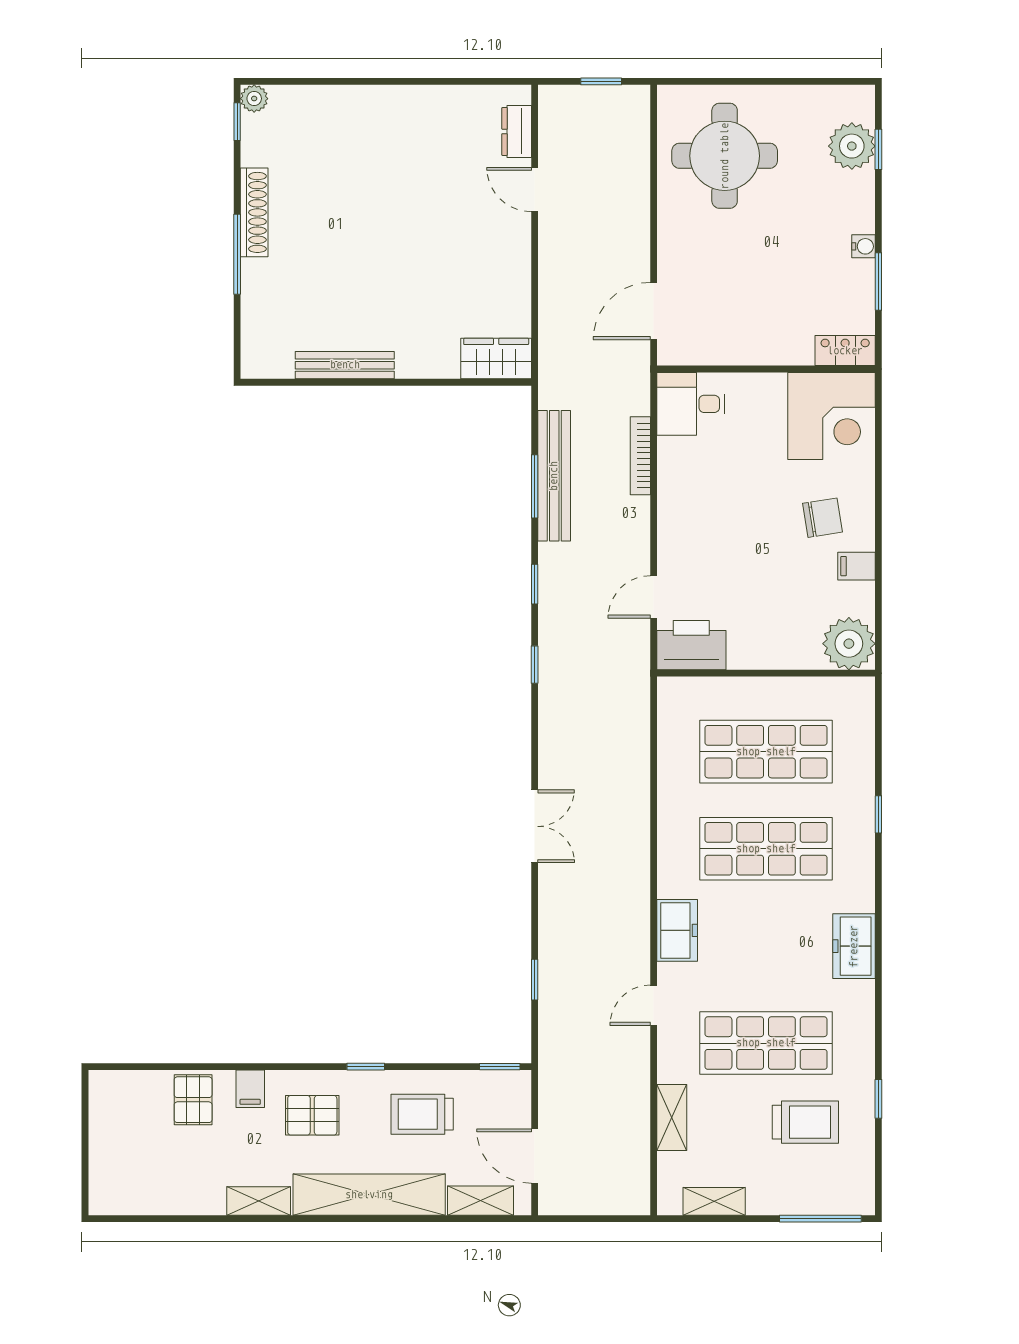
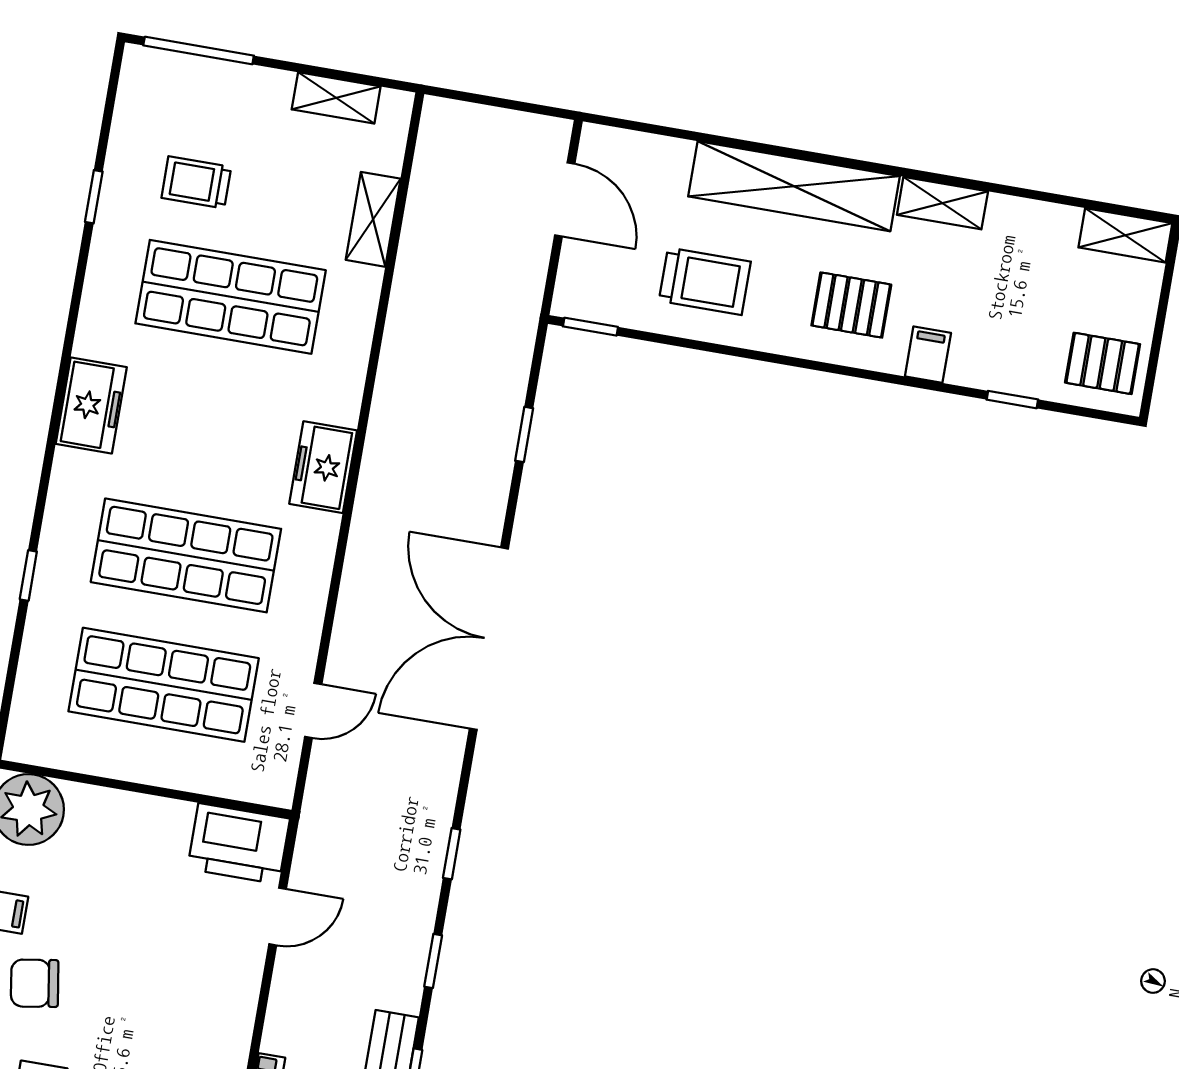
double door: (535, 826) -> (489, 639), width x1.87
door: (654, 1005) -> (313, 711), moved
window: (366, 1067) -> (1012, 400), moved
pallet: (193, 1100) -> (1103, 363), moved, turned 90
trolley: (805, 1122) -> (196, 182), width x0.73, depth x0.72
shelving: (481, 1201) -> (1125, 235), moved

